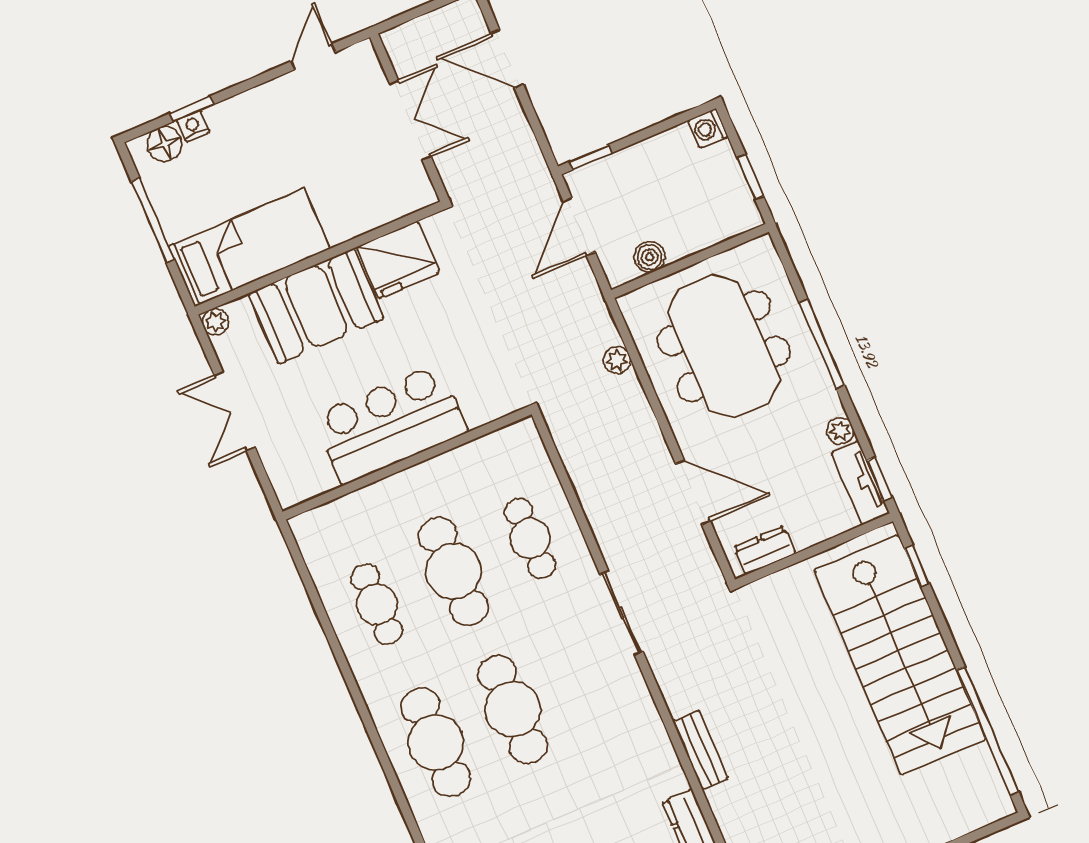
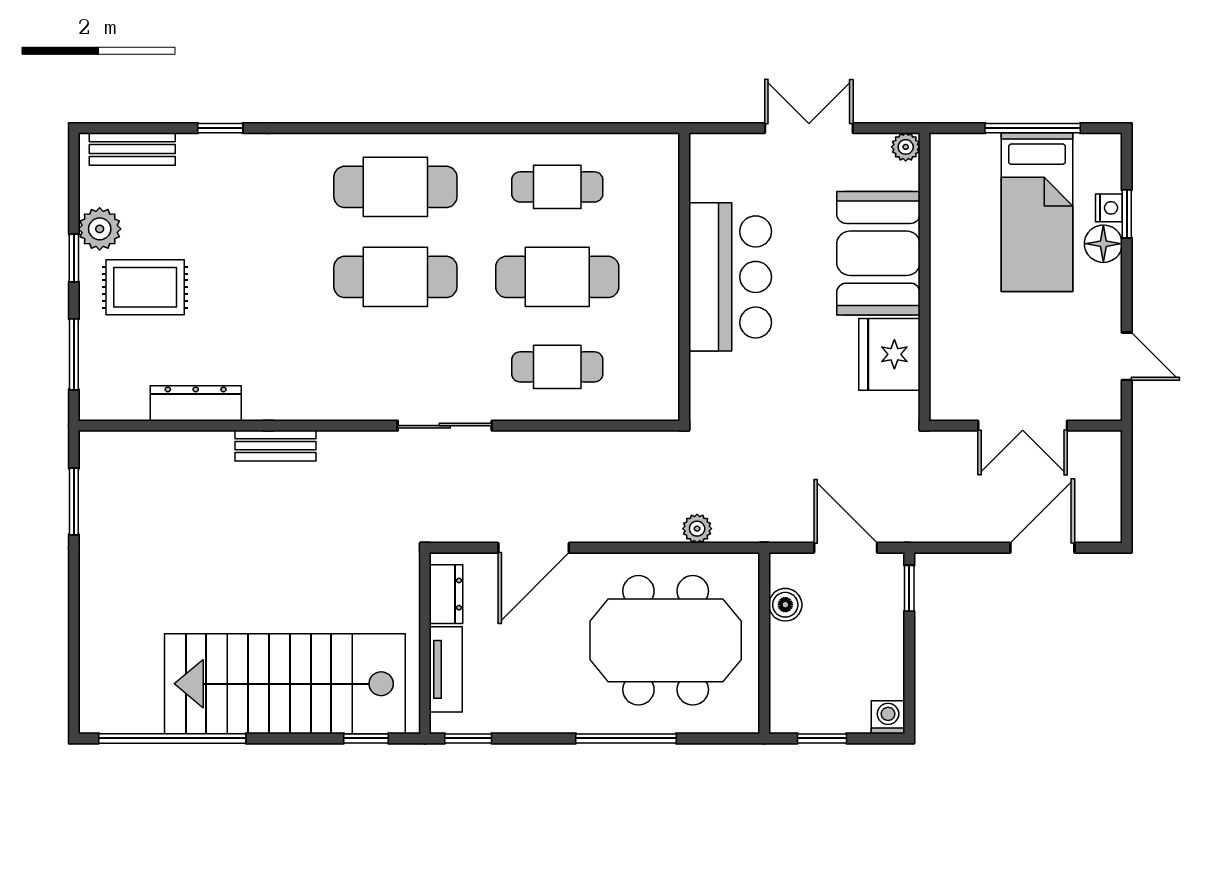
floor lamp: (164, 144) -> (1103, 244), moved
bed: (249, 247) -> (1037, 212), moved
plant: (840, 431) -> (532, 720), removed
tv unit: (860, 483) -> (446, 669), moved, turned 90

